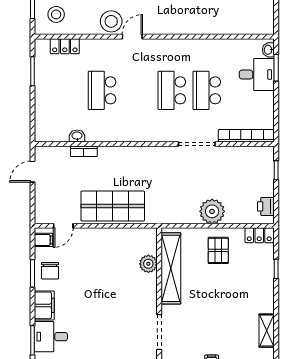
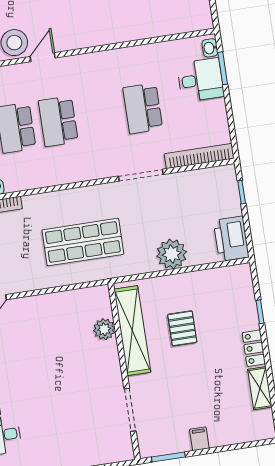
school desk: (172, 90) -> (58, 121), moved
shop shelf: (113, 206) -> (83, 242), moved
printer: (266, 206) -> (231, 239), width x1.87, depth x1.48
locker: (259, 235) -> (254, 348), moved, turned 90
pallet: (218, 250) -> (182, 328), moved

